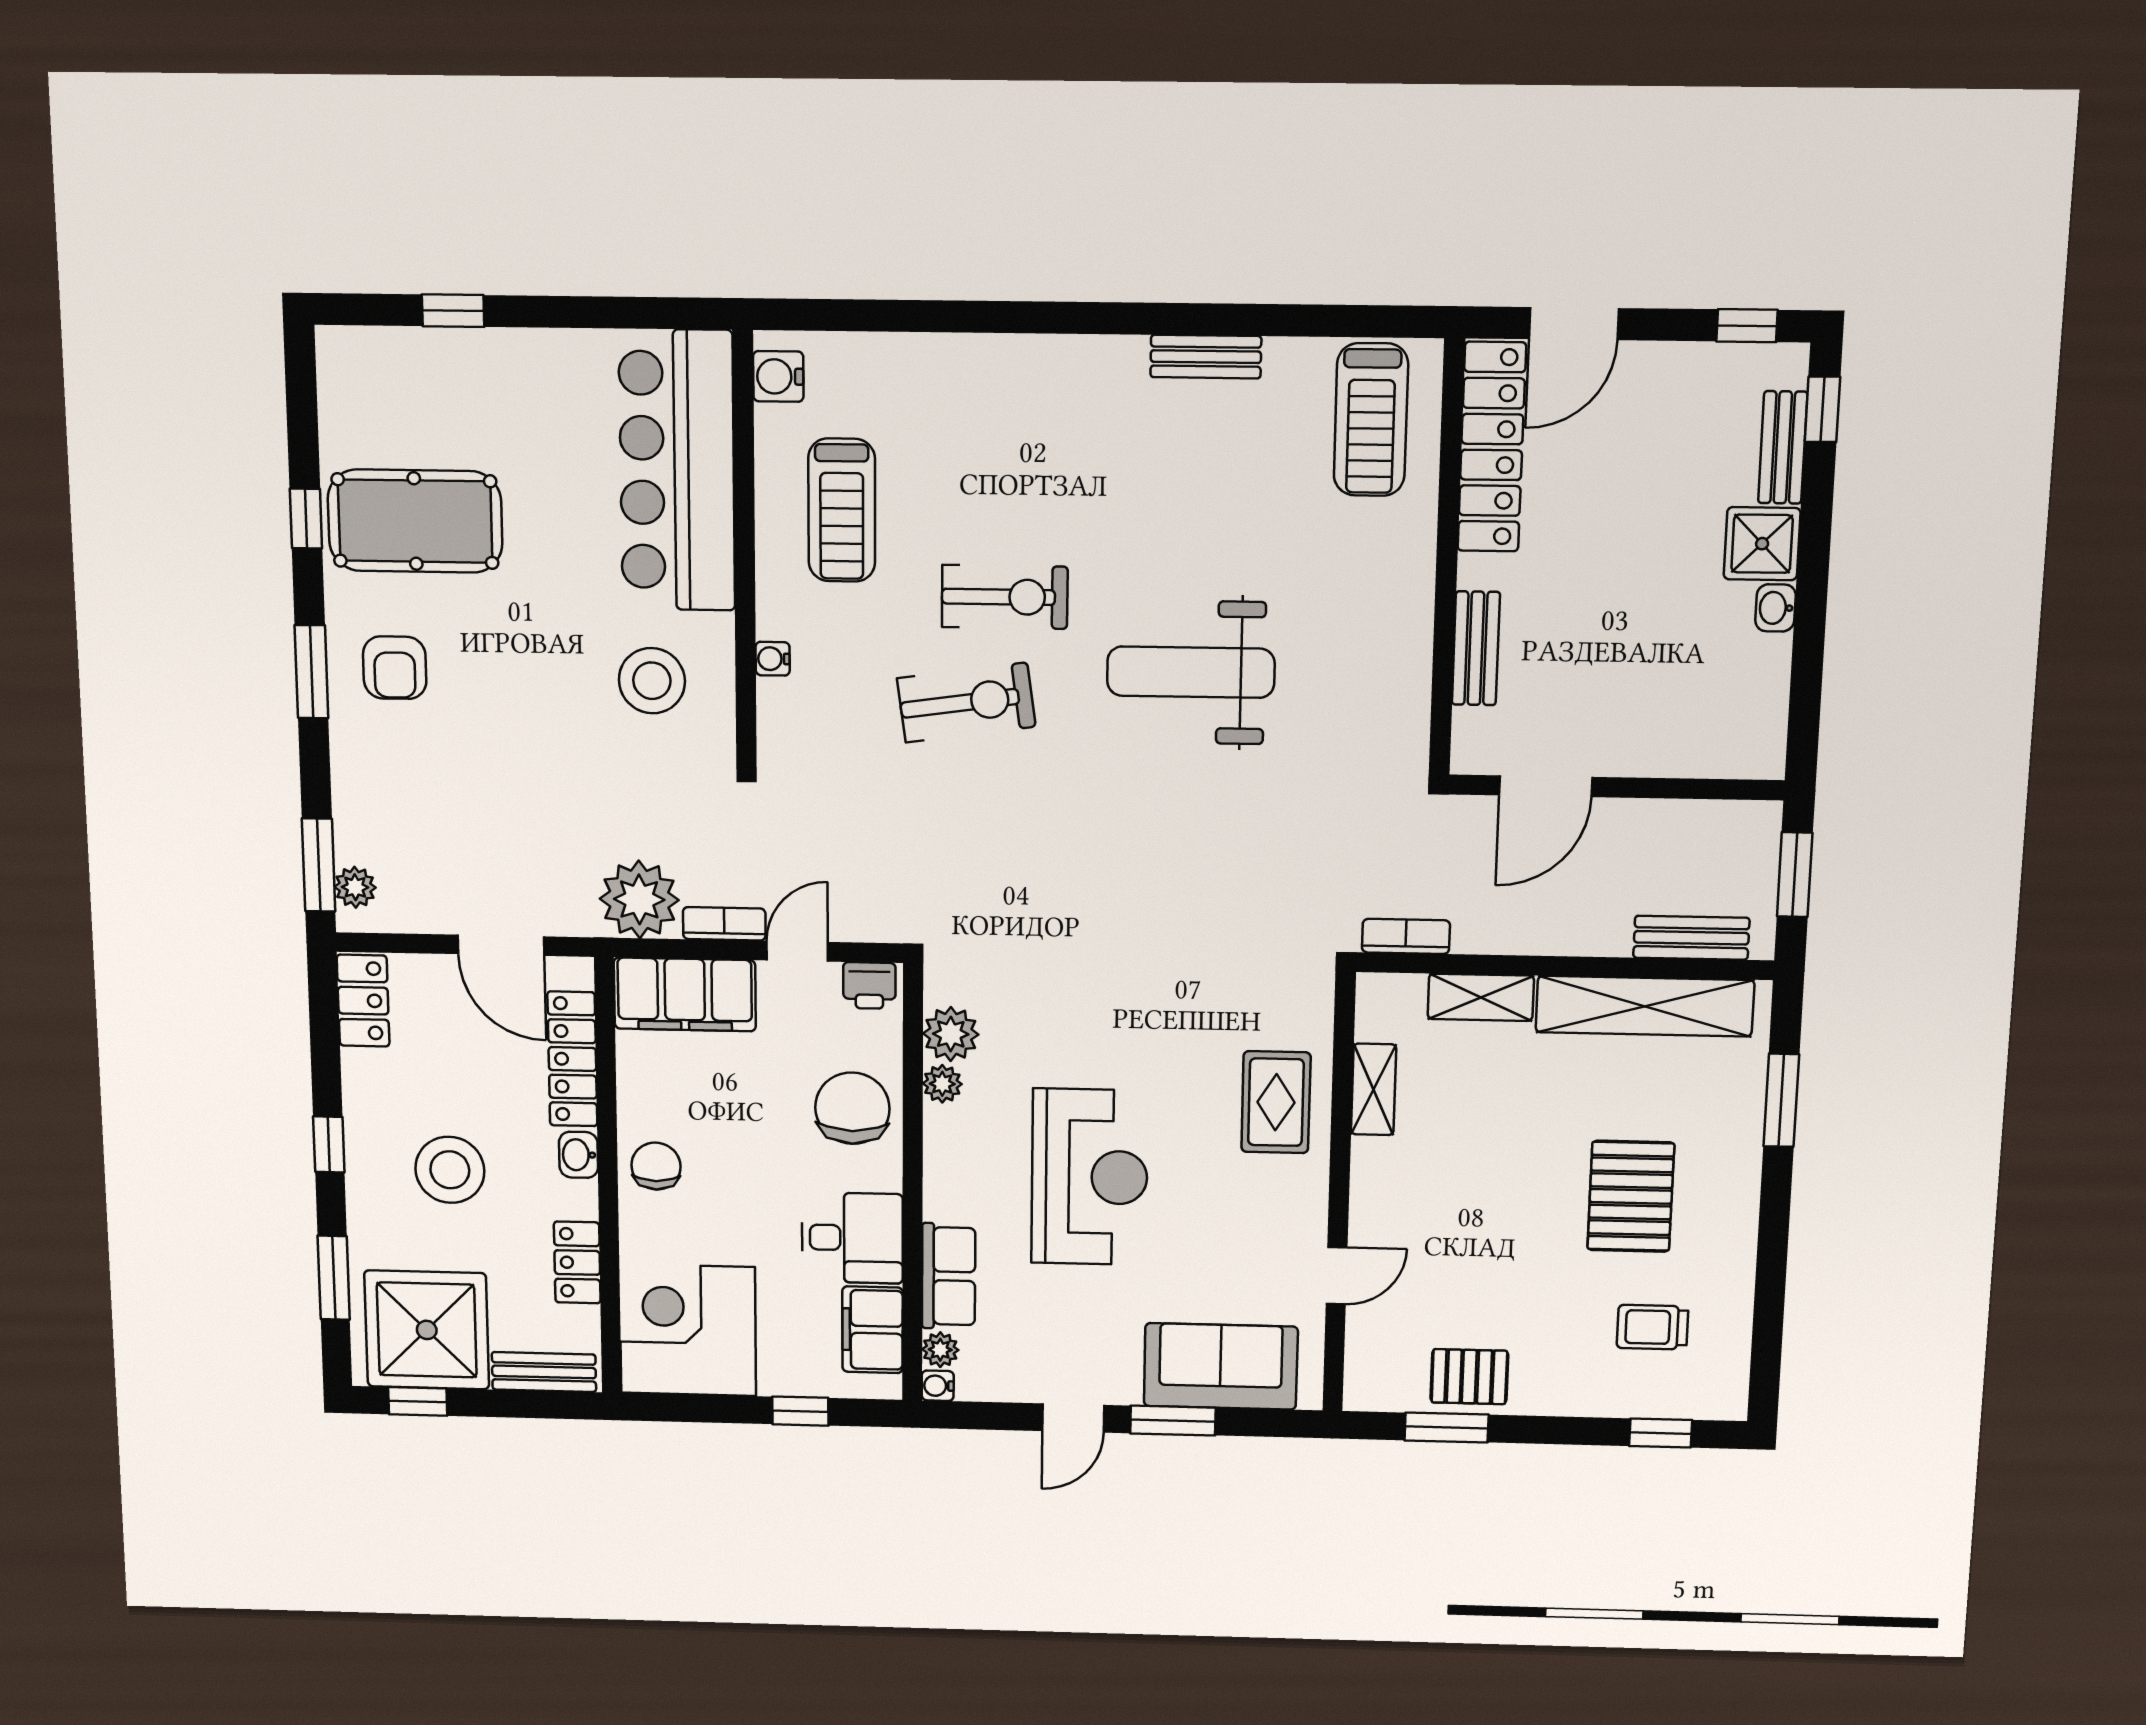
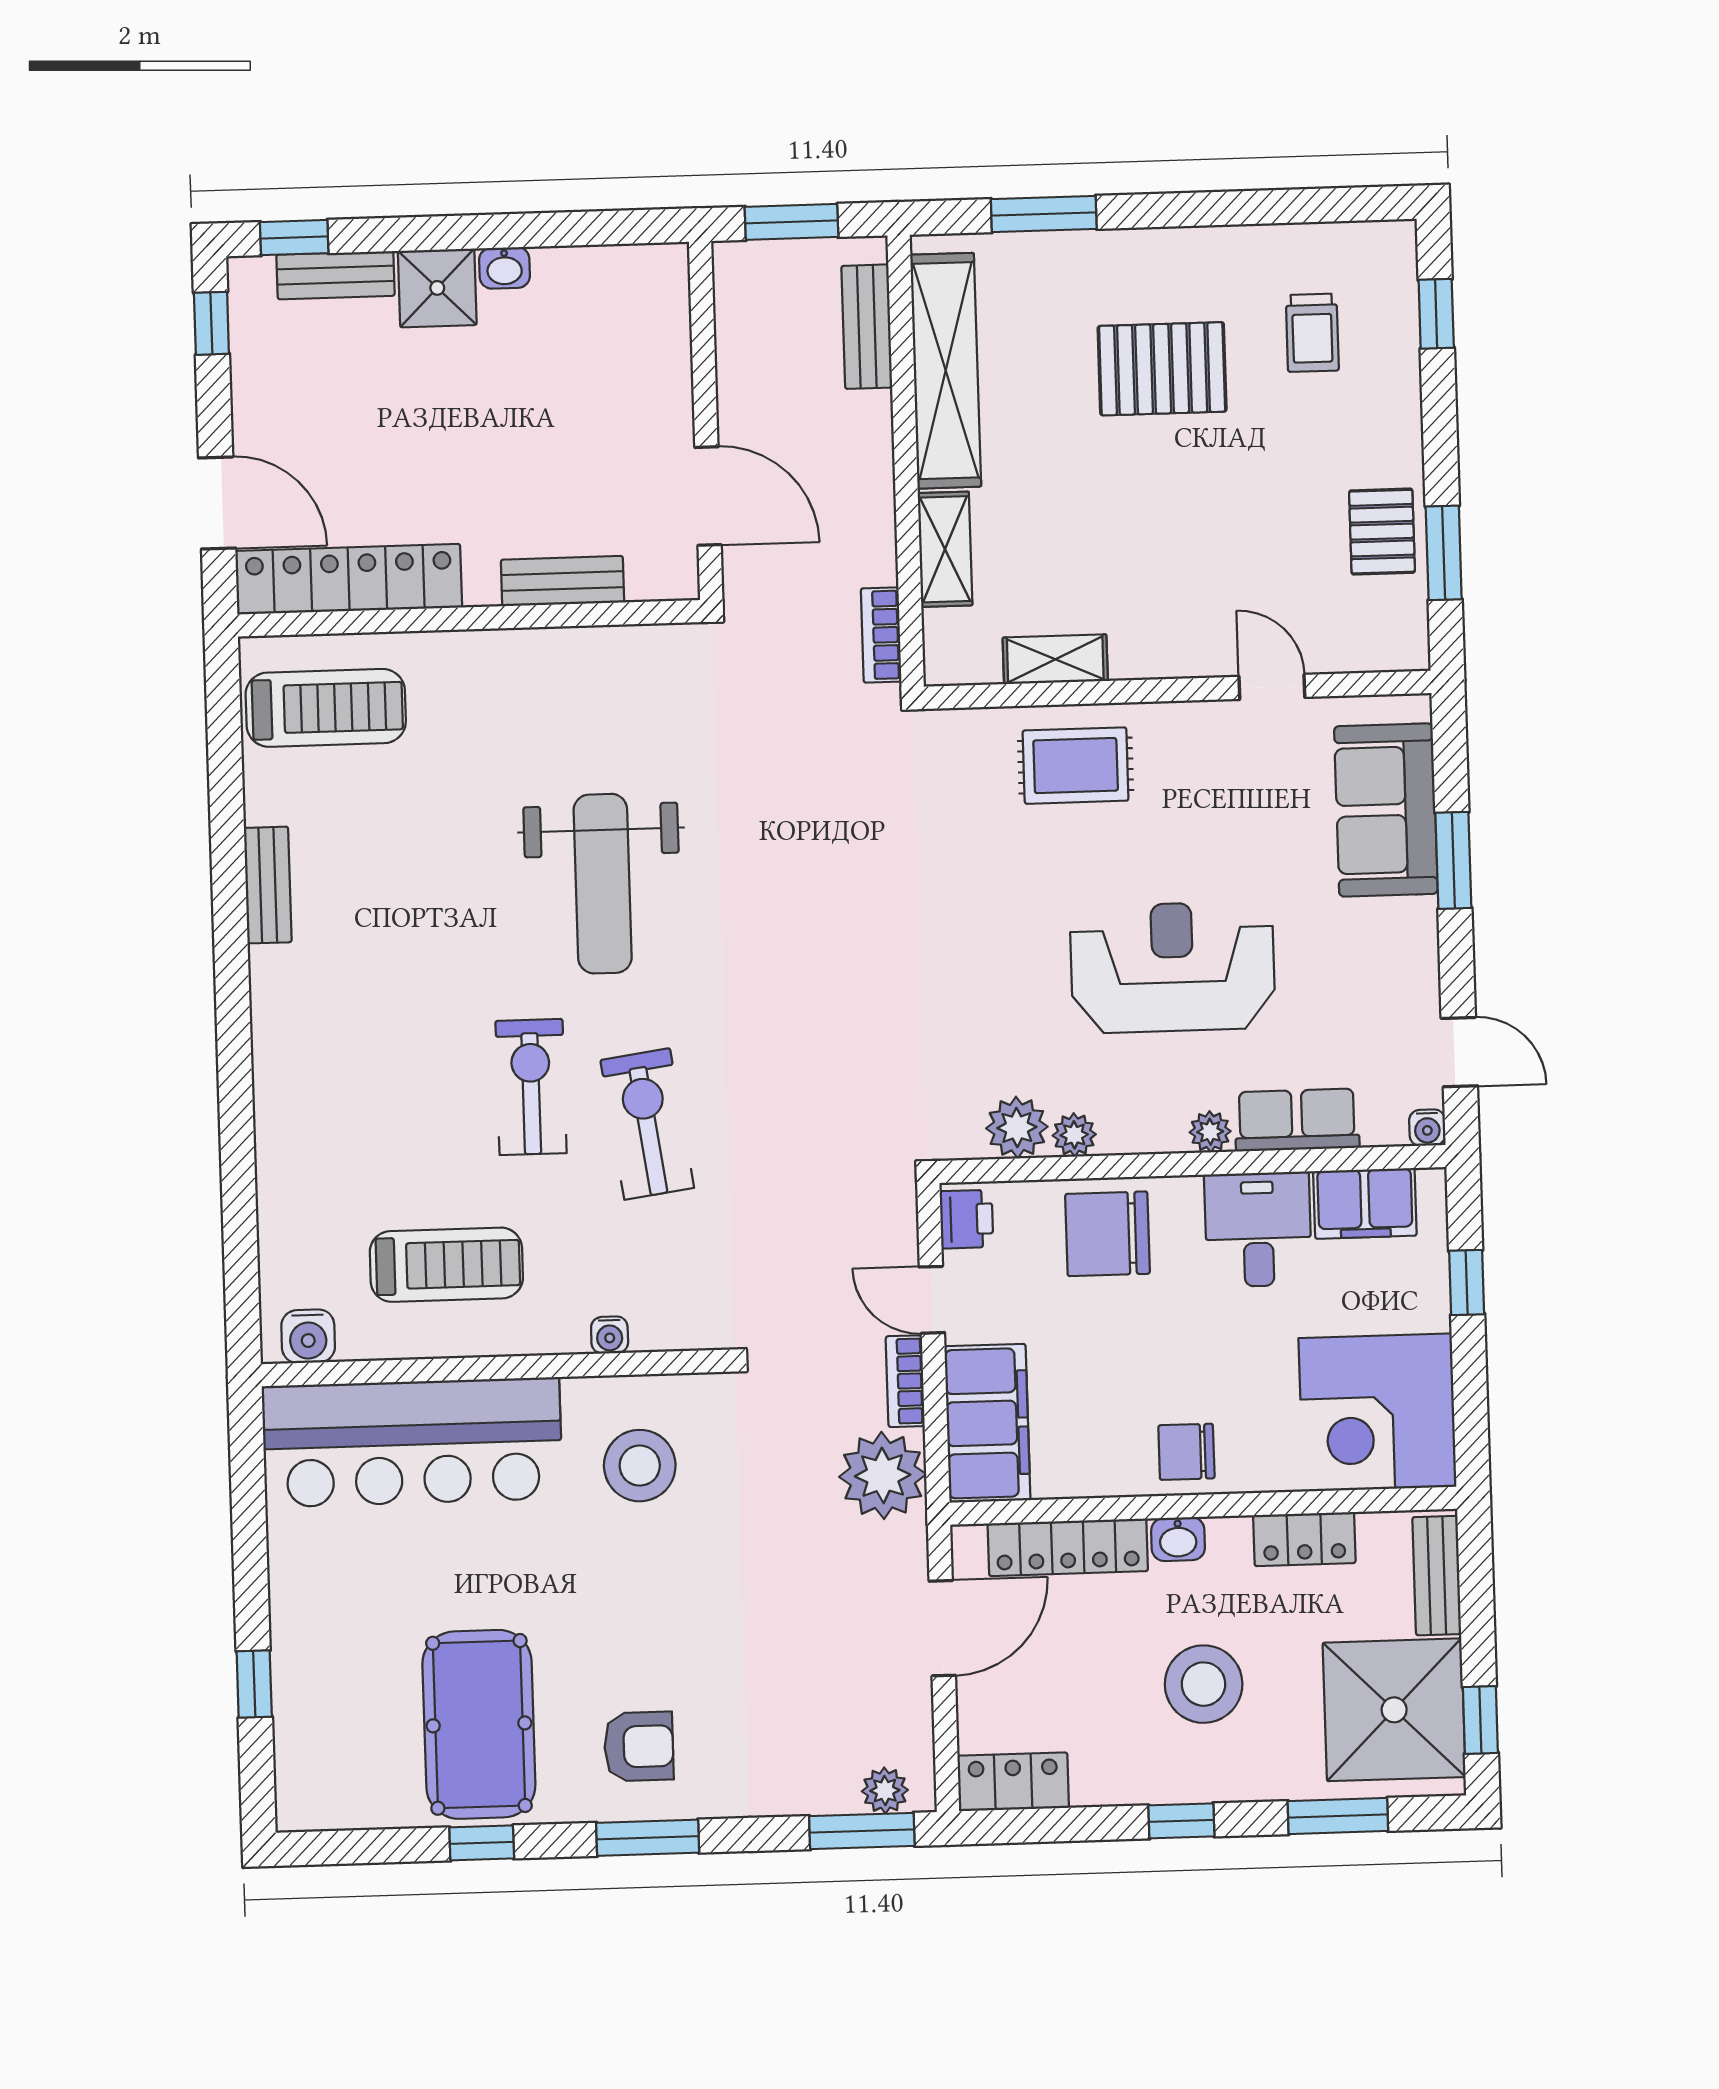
plant: (940, 1350) -> (1210, 1132), moved
door: (1073, 1418) -> (1459, 1052), moved

